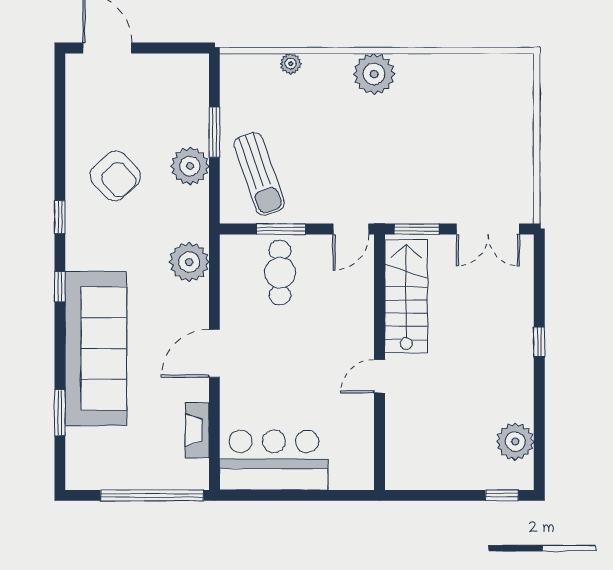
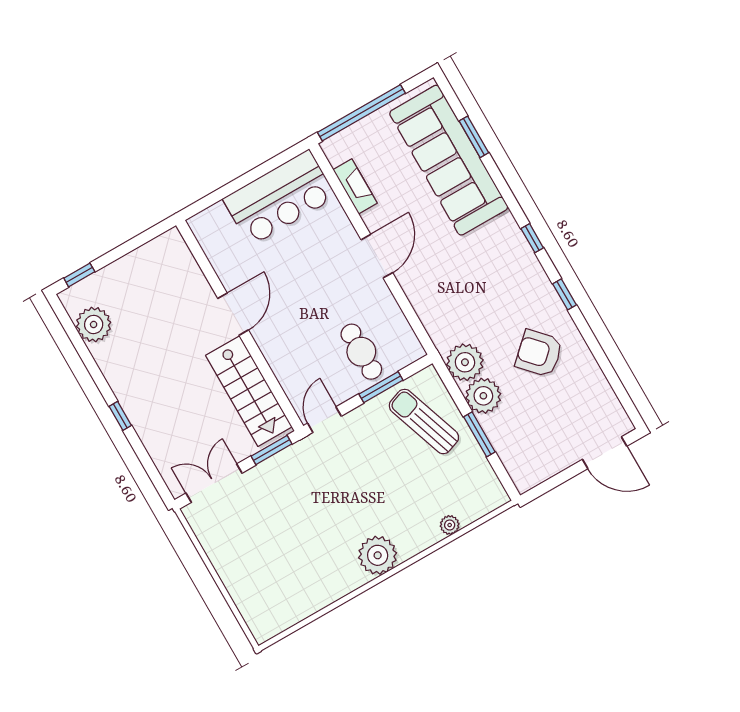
plant: (189, 262) -> (465, 362), moved
sofa: (96, 348) -> (449, 160), moved
door: (380, 376) -> (233, 314), width x1.38

